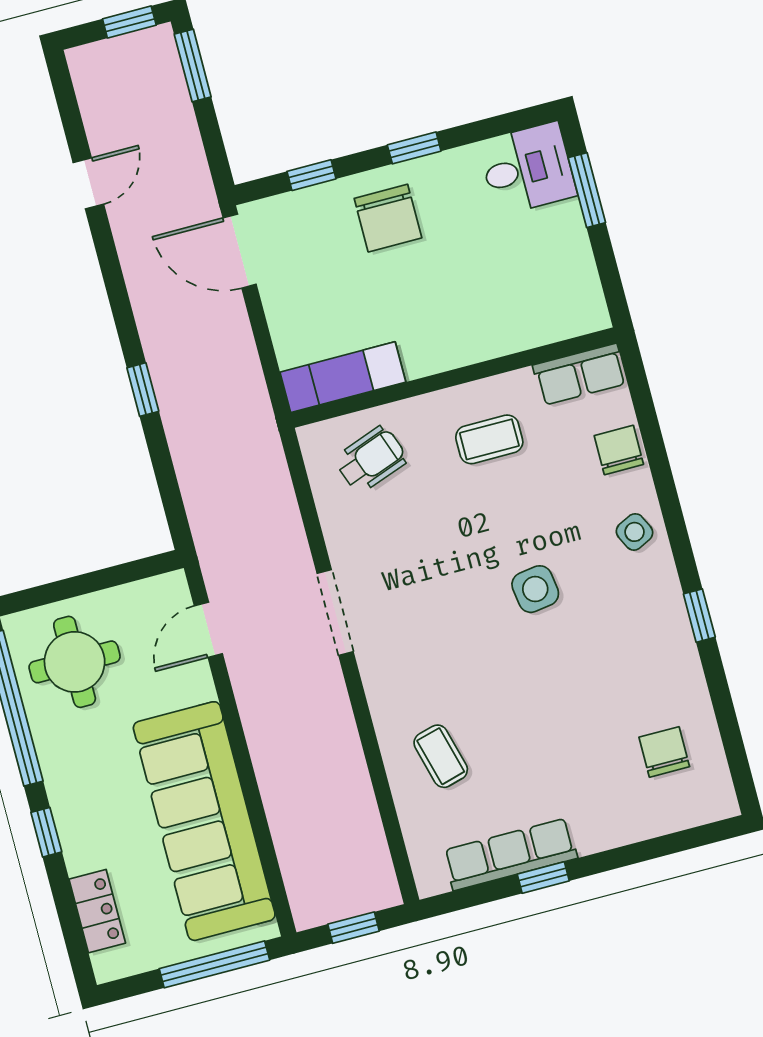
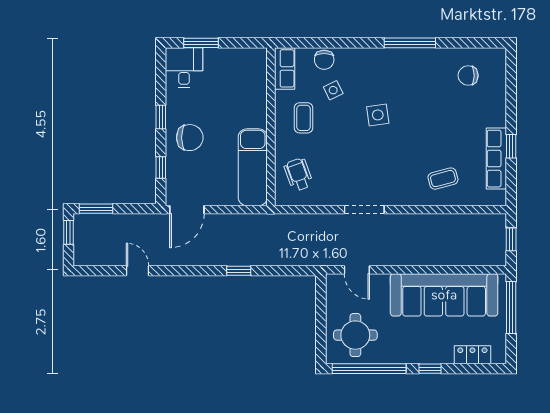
exam couch: (343, 377) -> (253, 167), width x1.36, depth x1.45
chair: (619, 450) -> (324, 60), turned -90
side table: (635, 532) -> (333, 90), moved
window: (699, 616) -> (410, 43), width x2.17

